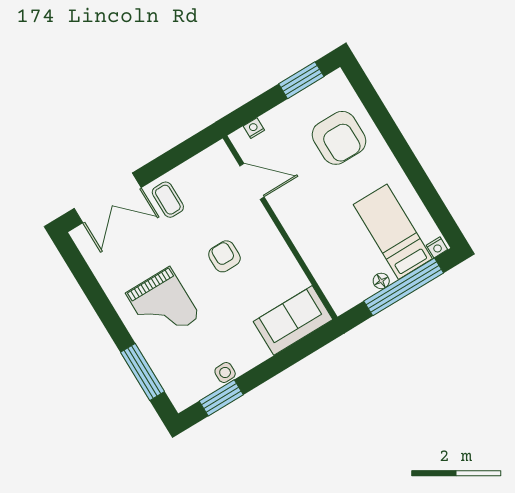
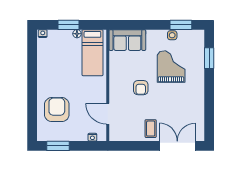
bed: (393, 232) -> (92, 53), moved
window: (404, 287) -> (68, 25), width x0.47
grand piano: (163, 305) -> (171, 67), moved
window: (142, 372) -> (209, 58), width x0.69

